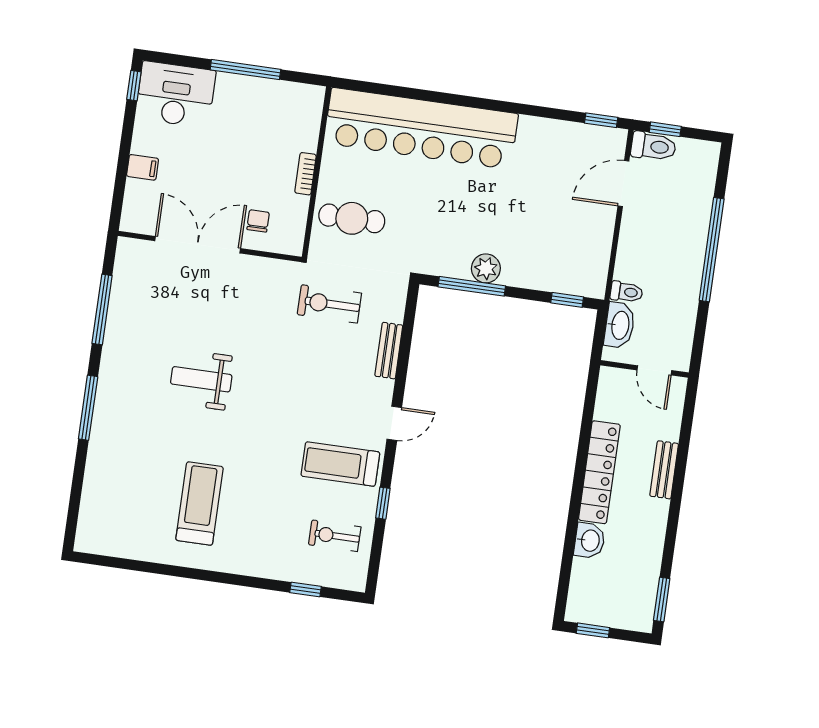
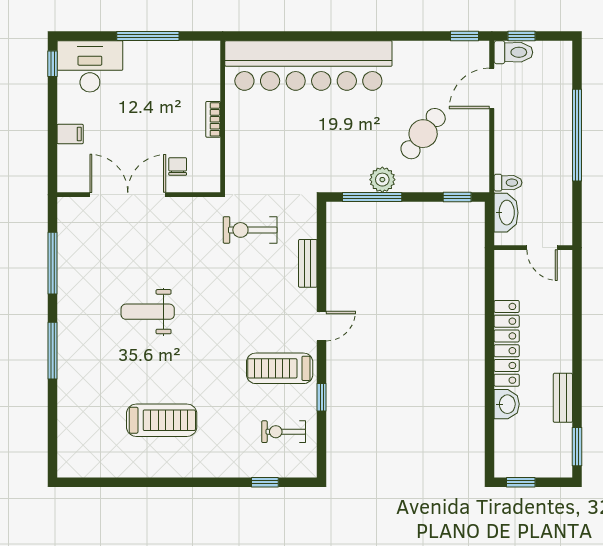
cafe table: (352, 218) -> (423, 134), moved, turned -52
bench: (664, 470) -> (563, 398), moved
treadmill: (200, 503) -> (162, 420), turned 90

